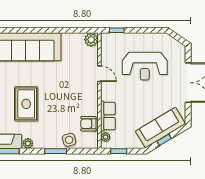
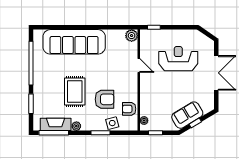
reception desk: (145, 66) -> (178, 59), turned 180
armchair: (60, 113) -> (105, 99), added
row of seats: (108, 116) -> (146, 102), removed
sofa: (160, 128) -> (187, 115), width x0.73

